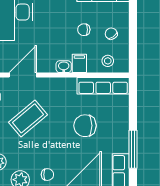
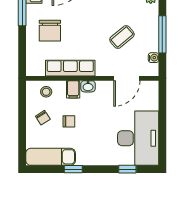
row of seats: (103, 86) -> (70, 68), moved
coffee table: (28, 118) -> (122, 37), width x0.73, depth x0.77
chair: (85, 126) -> (50, 31), moved, turned 90

